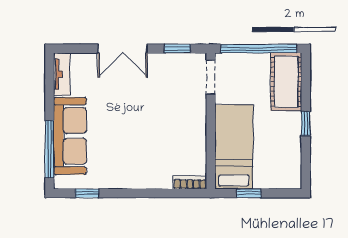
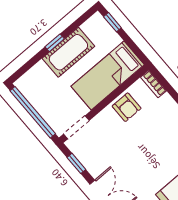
cot: (286, 82) -> (68, 52), moved
armchair: (190, 139) -> (127, 107), added
window: (249, 193) -> (112, 22), moved

